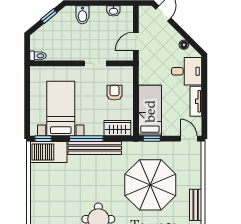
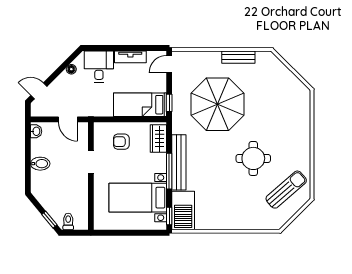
washbasin: (113, 11) -> (36, 131), moved
bidet: (82, 15) -> (40, 164), moved
window: (49, 16) -> (49, 220), moved
toilet: (38, 56) -> (68, 221), moved

